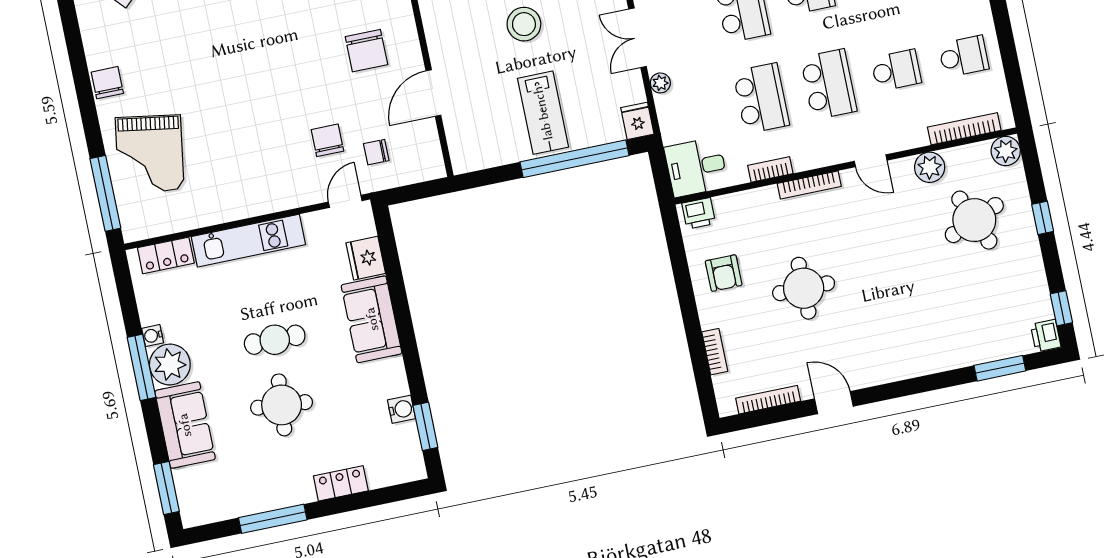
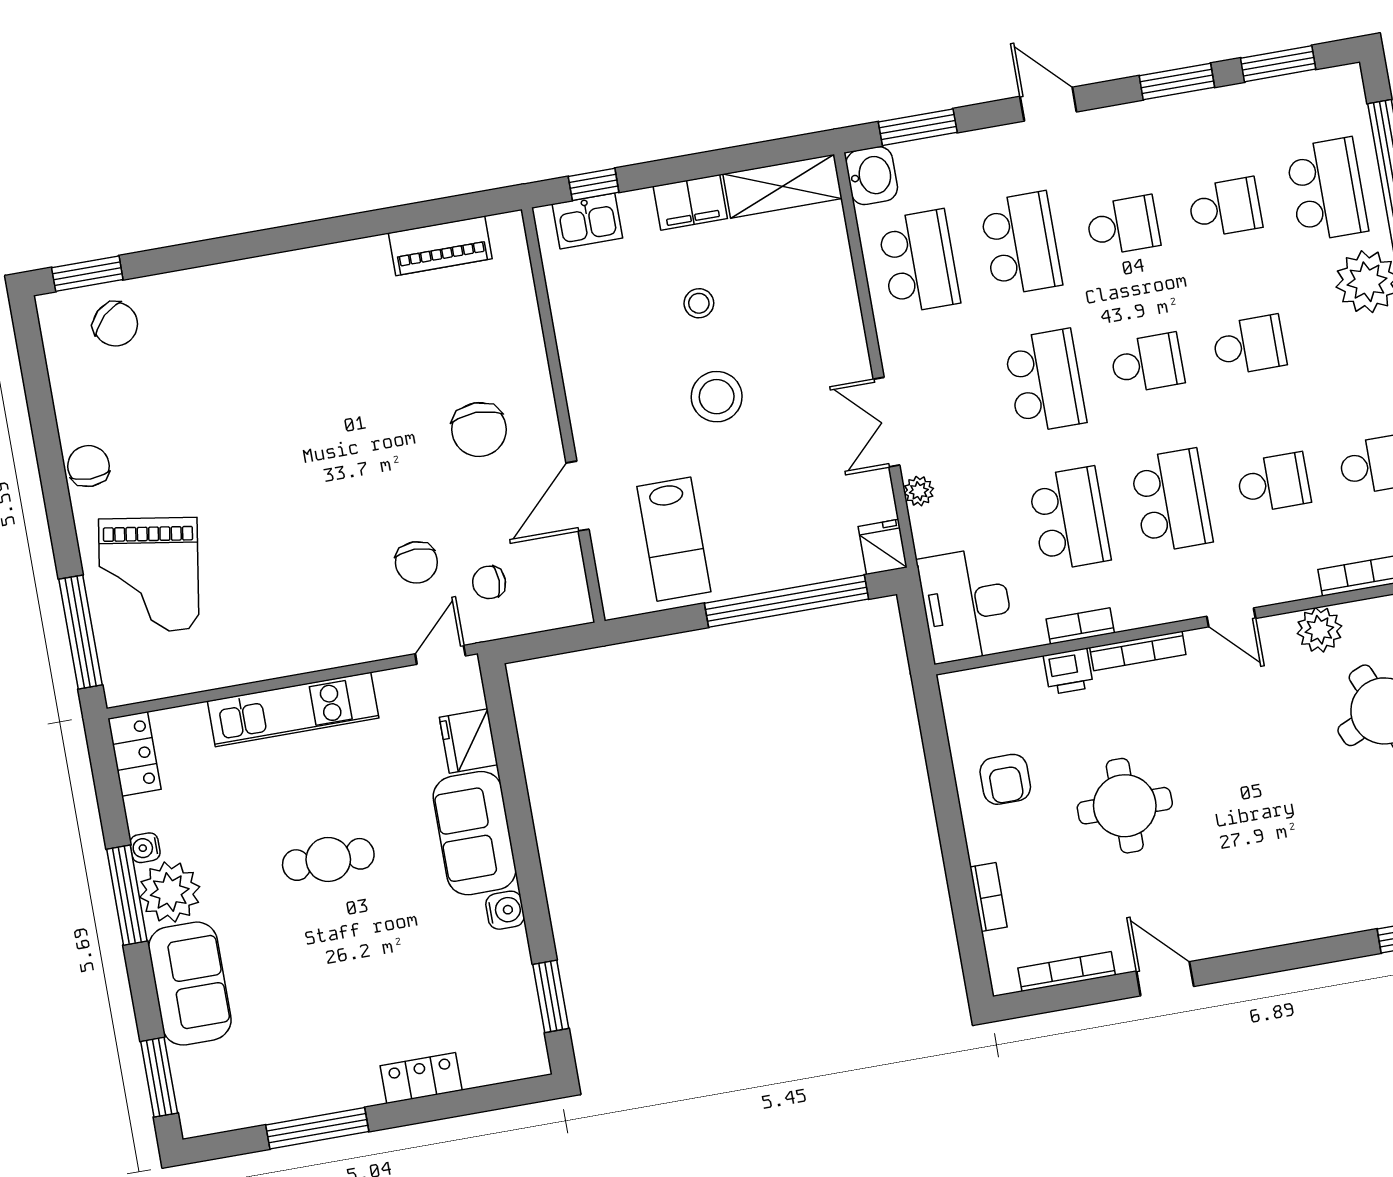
lab bench: (543, 113) -> (674, 539), moved
chair: (327, 140) -> (416, 562), turned 180
desk: (696, 167) -> (966, 605), width x1.37
printer: (699, 213) -> (1068, 671), moved
locker: (166, 255) -> (135, 754), moved, turned -90
round table: (282, 405) -> (336, 958), removed
water cooler: (401, 409) -> (505, 910), moved

